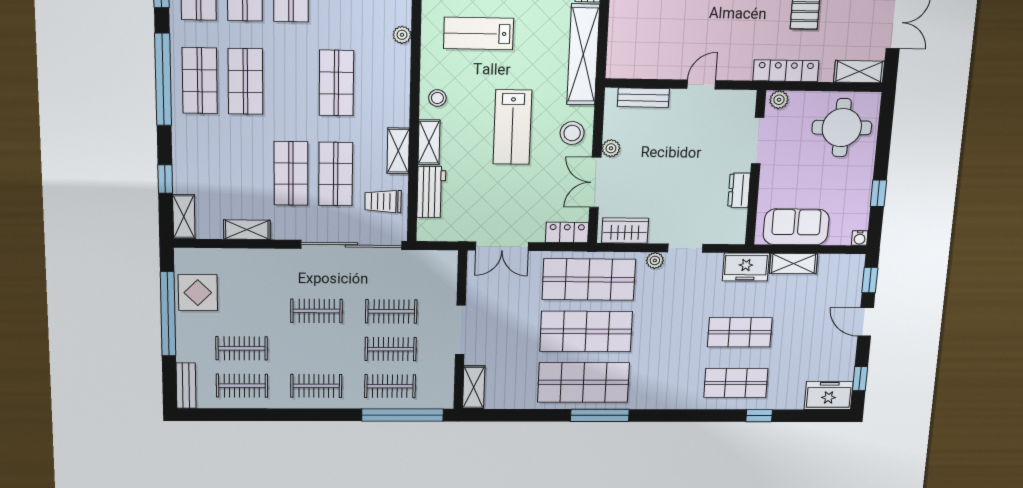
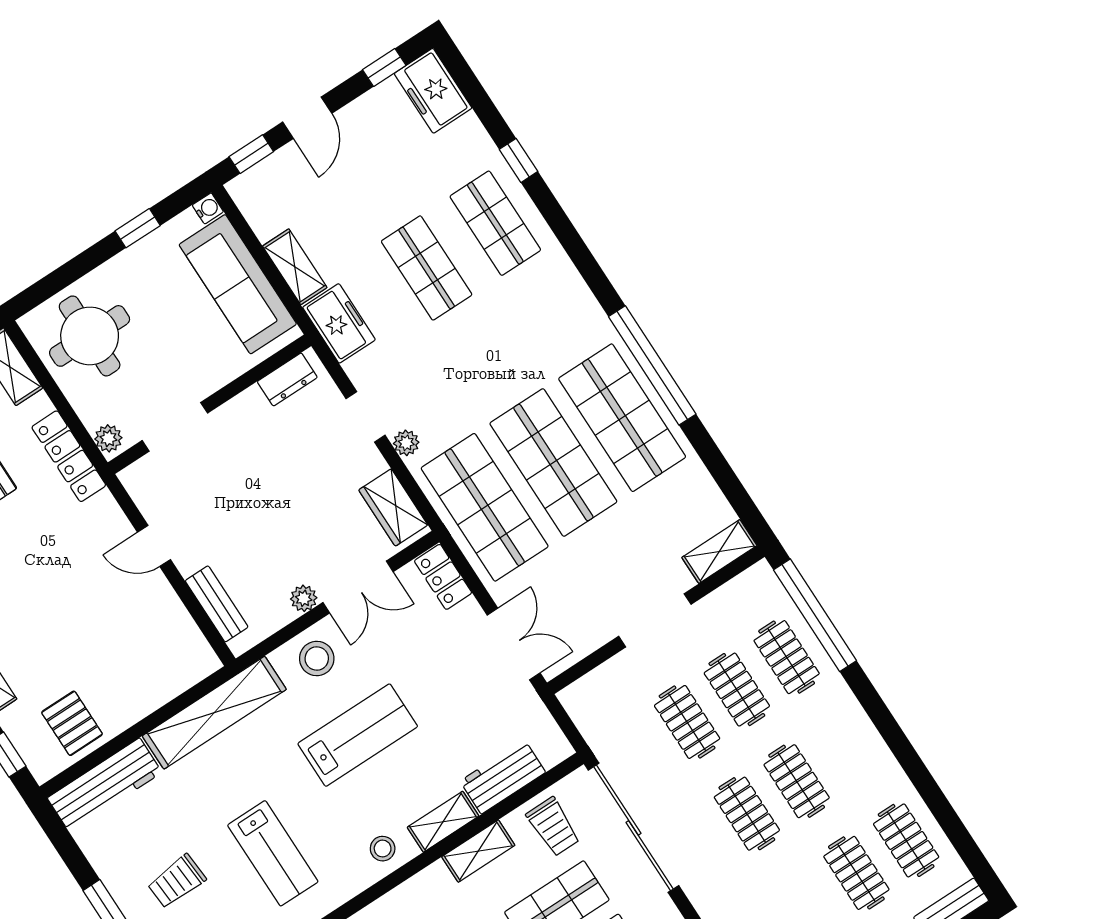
dresser: (739, 190) -> (287, 379), moved
sofa: (796, 227) -> (238, 284), width x1.36
clothes rail: (316, 386) -> (797, 781), moved
window: (600, 415) -> (652, 365), width x1.46

